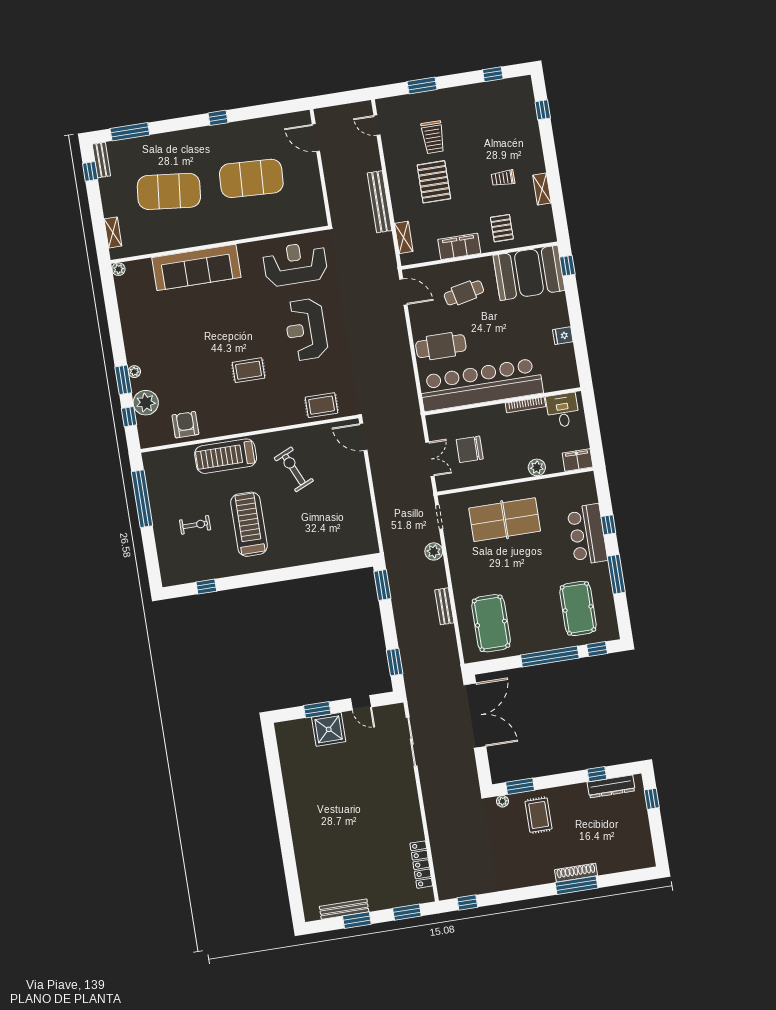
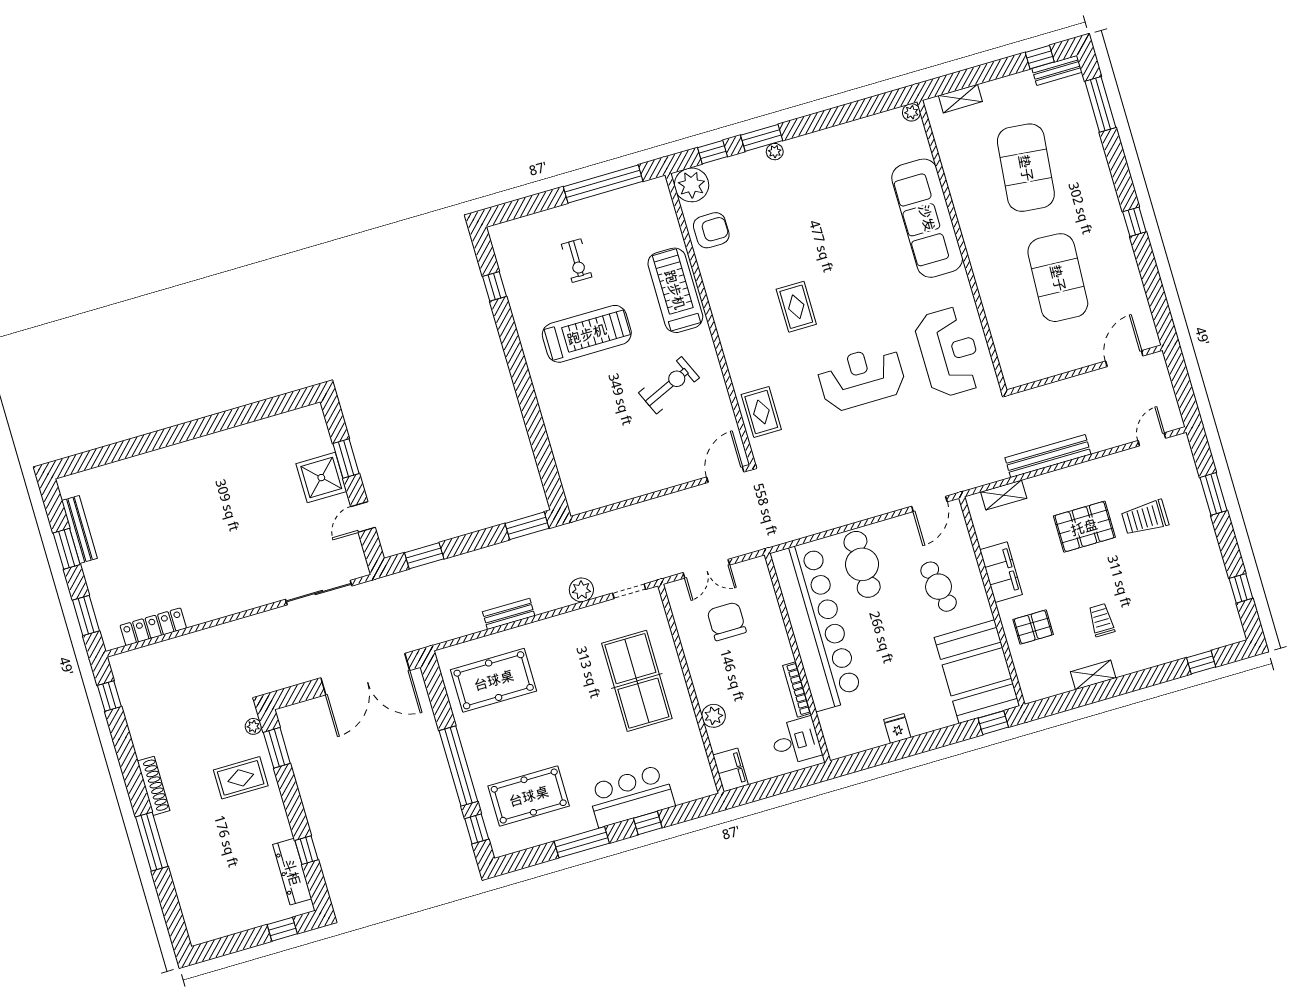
plant: (146, 403) -> (692, 185), moved
shoe rack: (576, 873) -> (154, 786), moved

